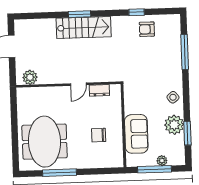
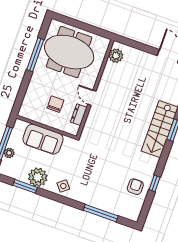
plant: (30, 77) -> (116, 56), moved
door: (78, 84) -> (92, 98), moved
wall: (68, 85) -> (95, 88), moved
dresser: (99, 90) -> (79, 115), moved

